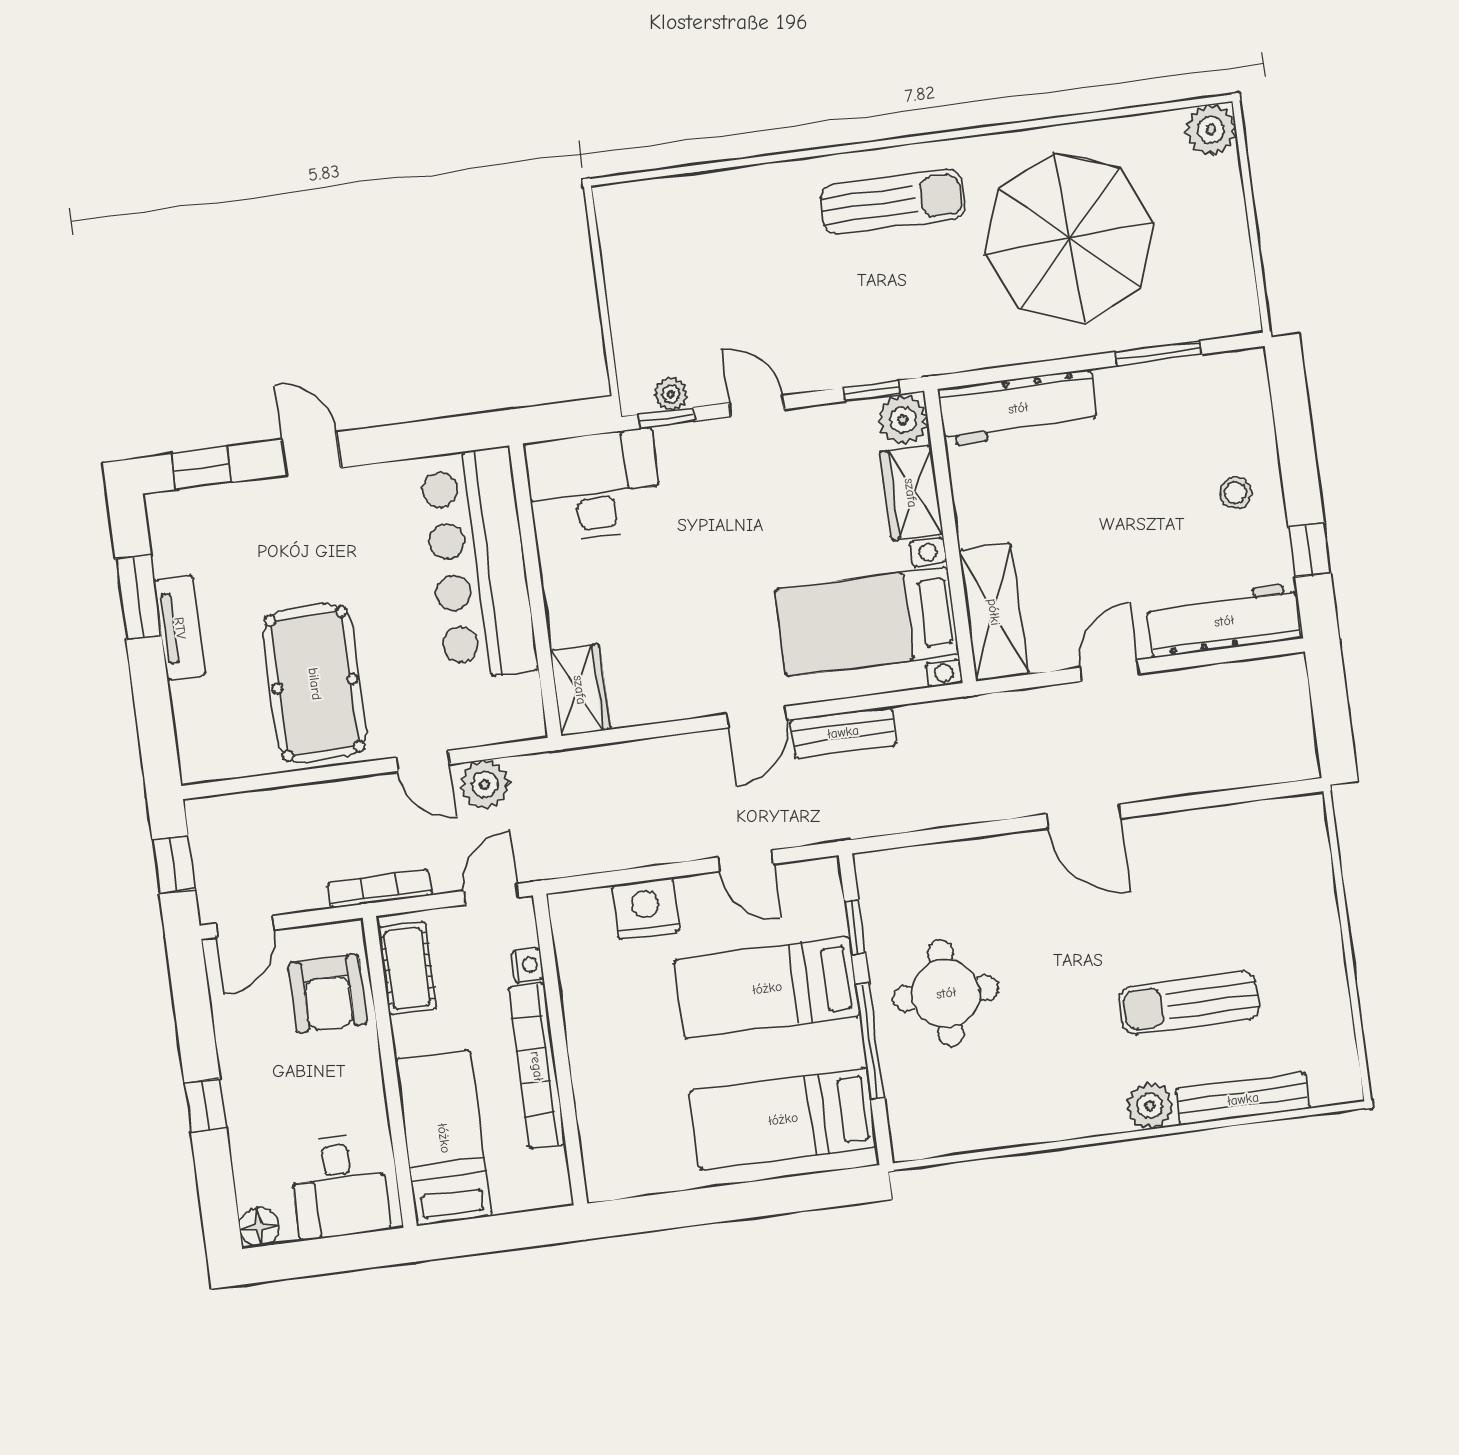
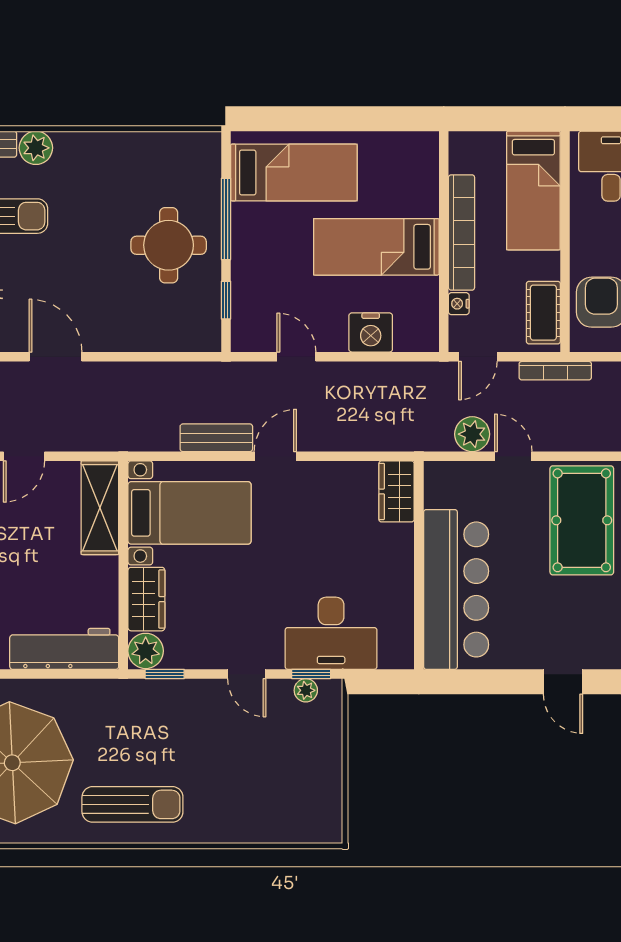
sun lounger: (893, 202) -> (132, 804), turned 180
desk: (594, 486) -> (331, 633), moved
bed: (767, 988) -> (376, 247), moved, turned 180

